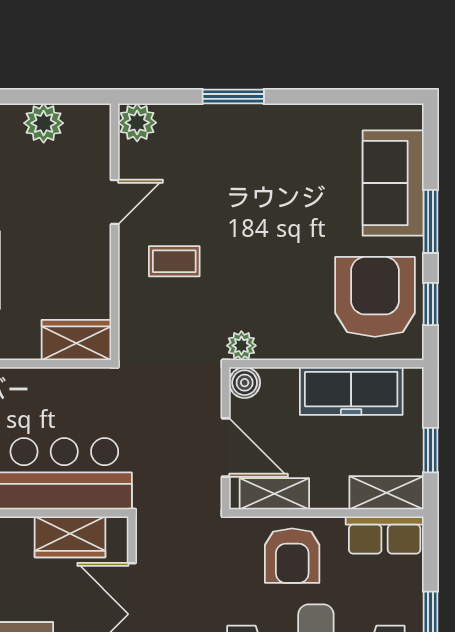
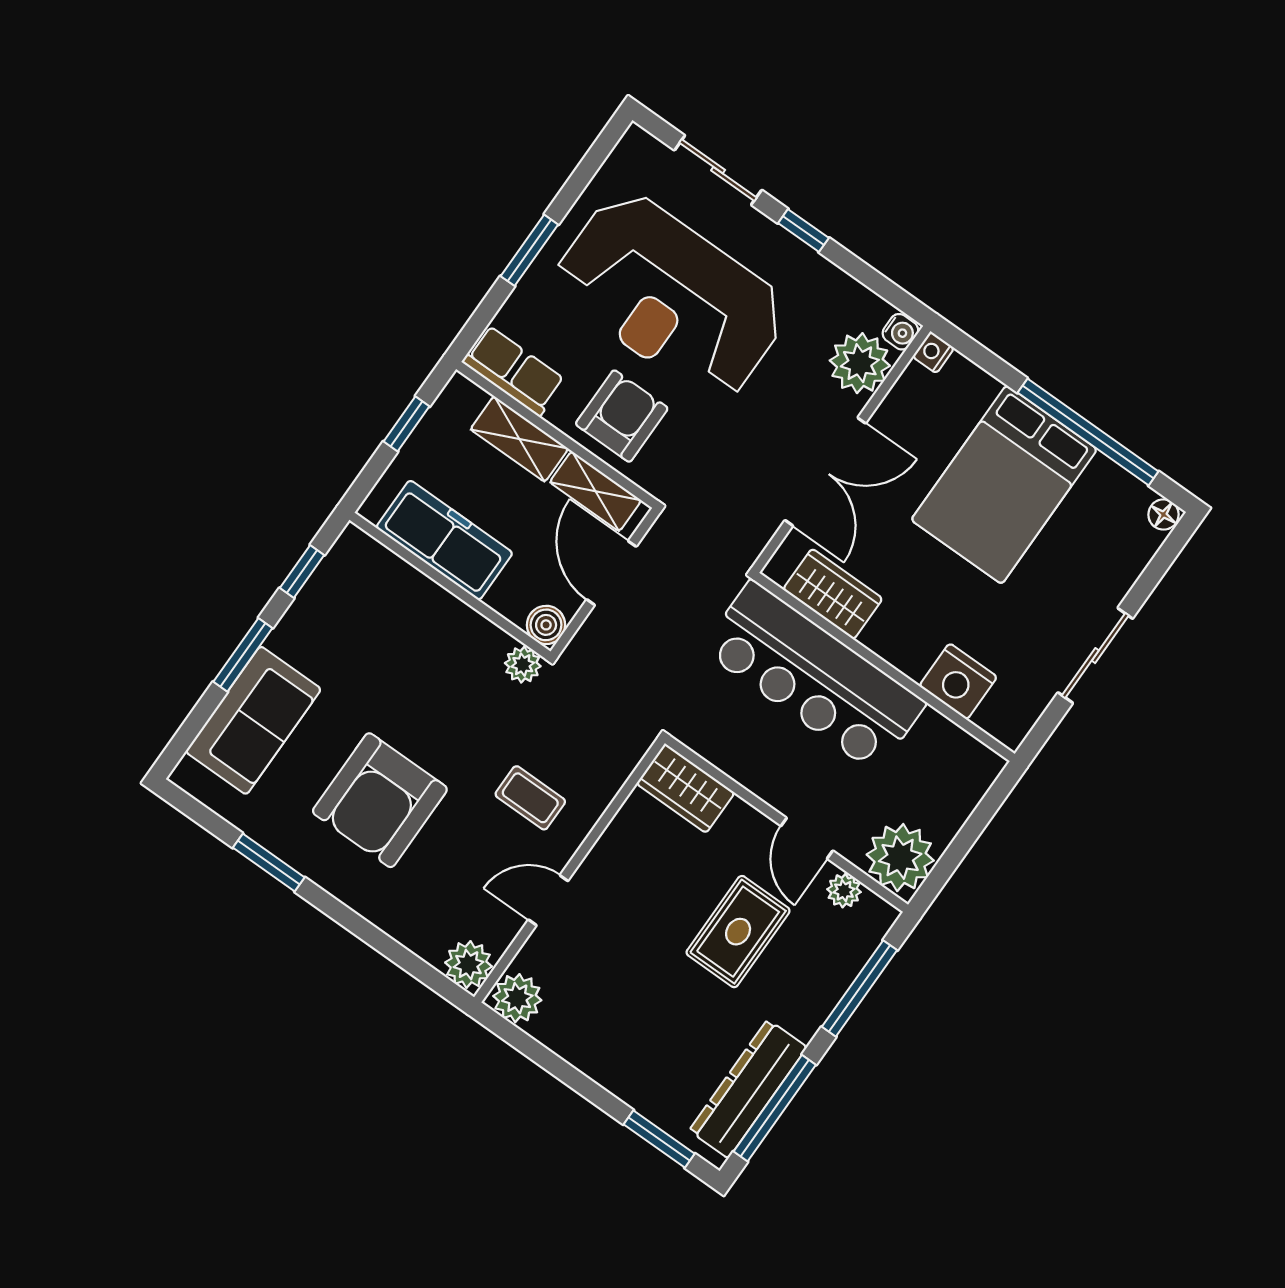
window: (233, 96) -> (269, 863), moved
plant: (44, 123) -> (517, 998), moved
armchair: (375, 297) -> (380, 800), moved
shelving: (386, 493) -> (519, 439), moved

